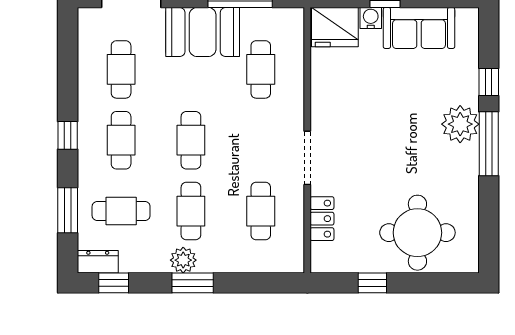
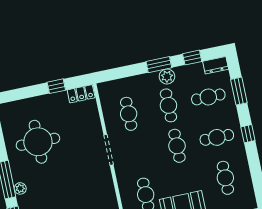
plant: (460, 124) -> (20, 188), width x0.53, depth x0.53
cafe table: (121, 140) -> (217, 137), turned 90
locker: (322, 219) -> (81, 94), moved, turned -90
round table: (417, 233) -> (38, 142), moved
window: (114, 283) -> (192, 58), moved

